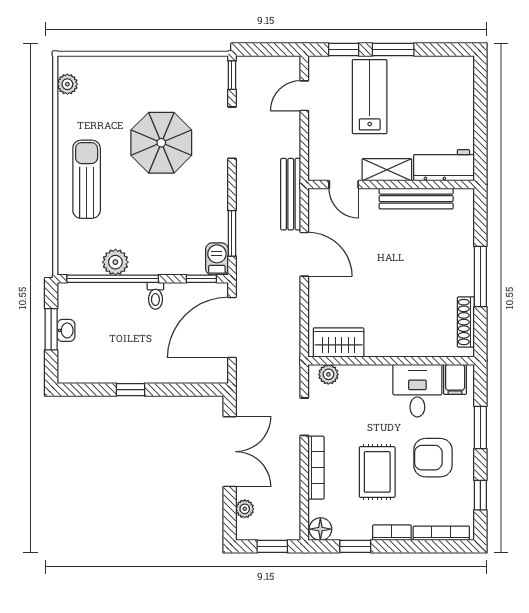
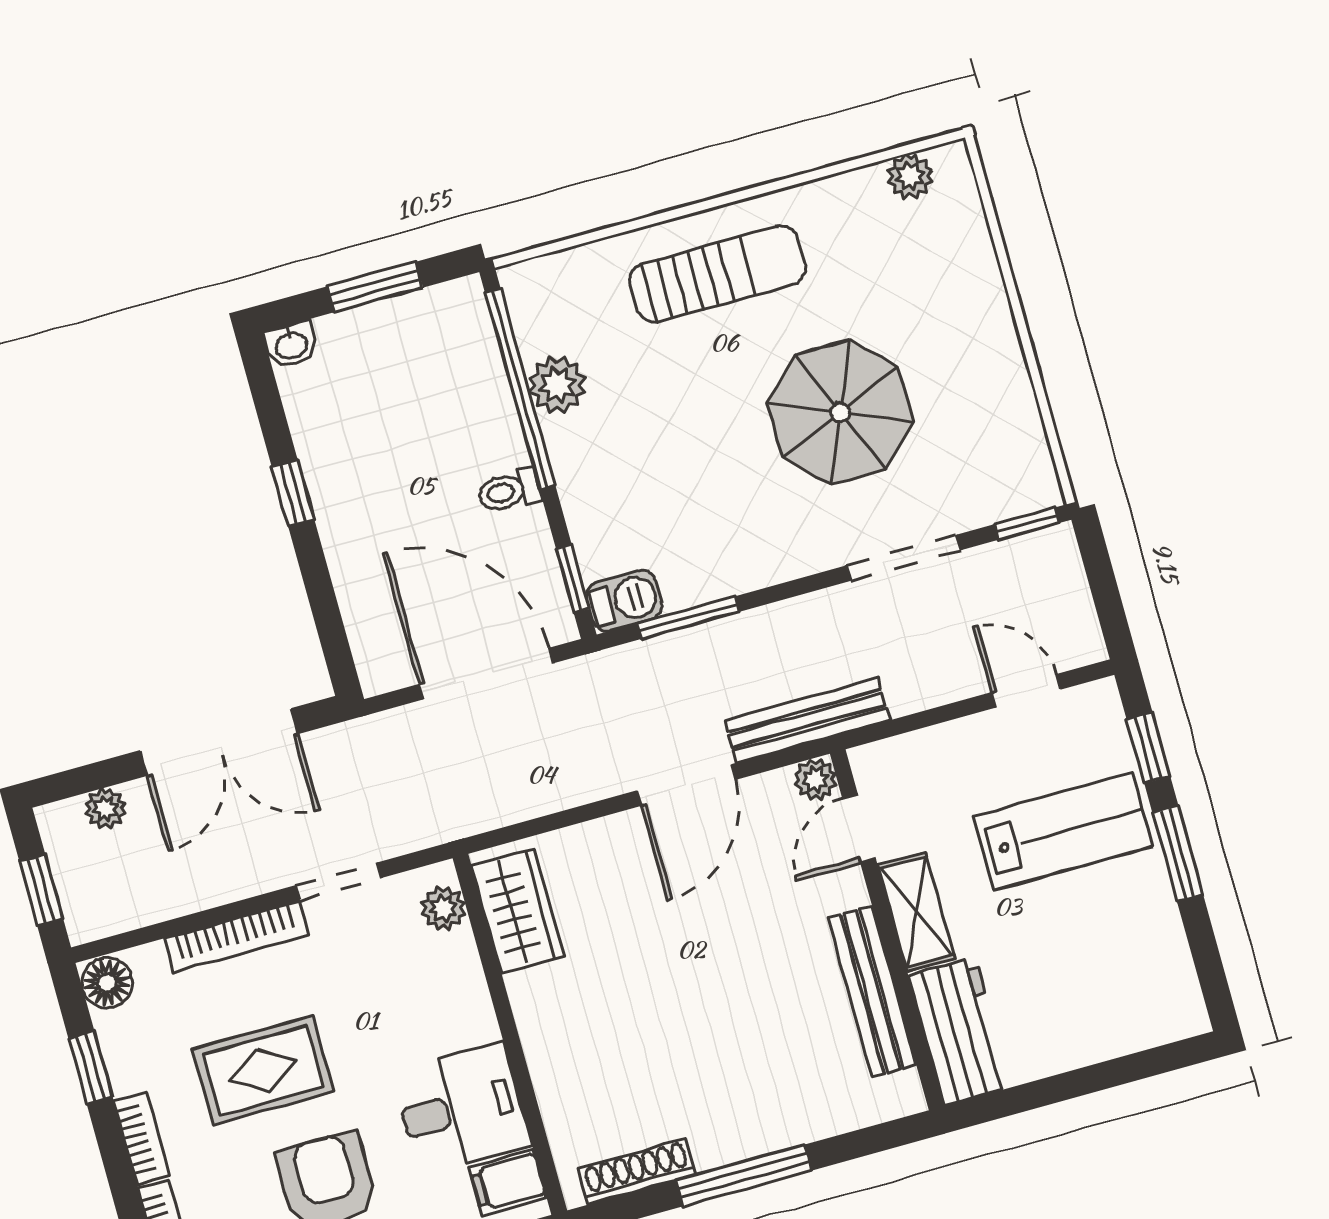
plant: (317, 198) -> (815, 779), added
washbasin: (66, 330) -> (291, 345), moved

